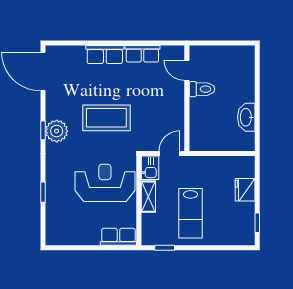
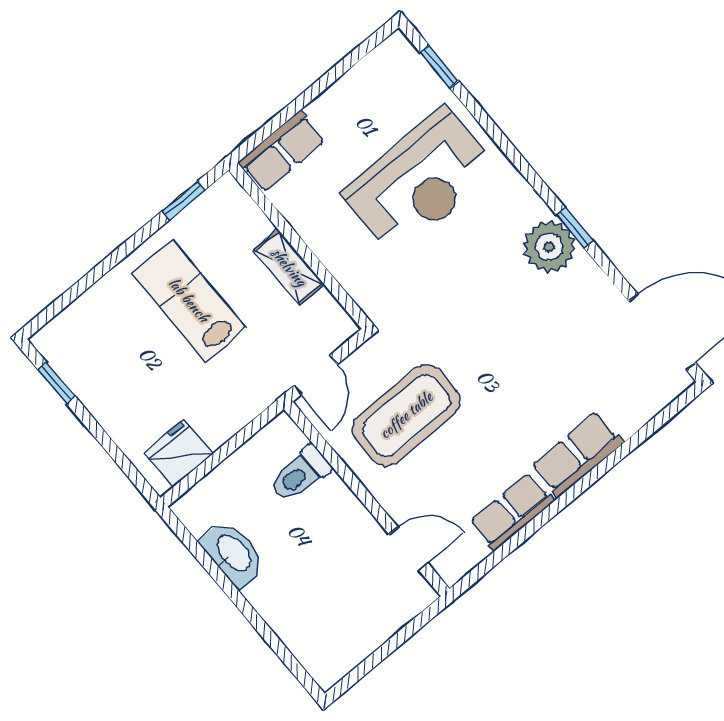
toilet: (202, 89) -> (300, 474), moved
coffee table: (106, 118) -> (406, 415), moved
kitchen sink: (150, 168) -> (329, 321), removed
reception desk: (105, 183) -> (420, 182), moved
fridge: (245, 190) -> (178, 453), moved, turned -90
window: (43, 192) -> (439, 67), moved

